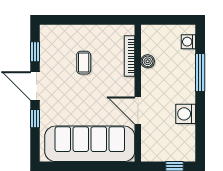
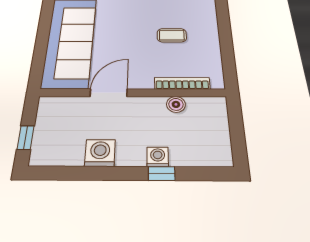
washing machine: (188, 42) -> (158, 157), moved
window: (200, 72) -> (162, 174), width x0.46

